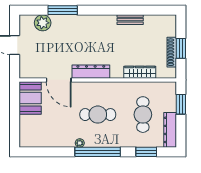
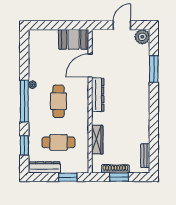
bench: (130, 20) -> (145, 156), moved
plant: (43, 23) -> (142, 37), moved

